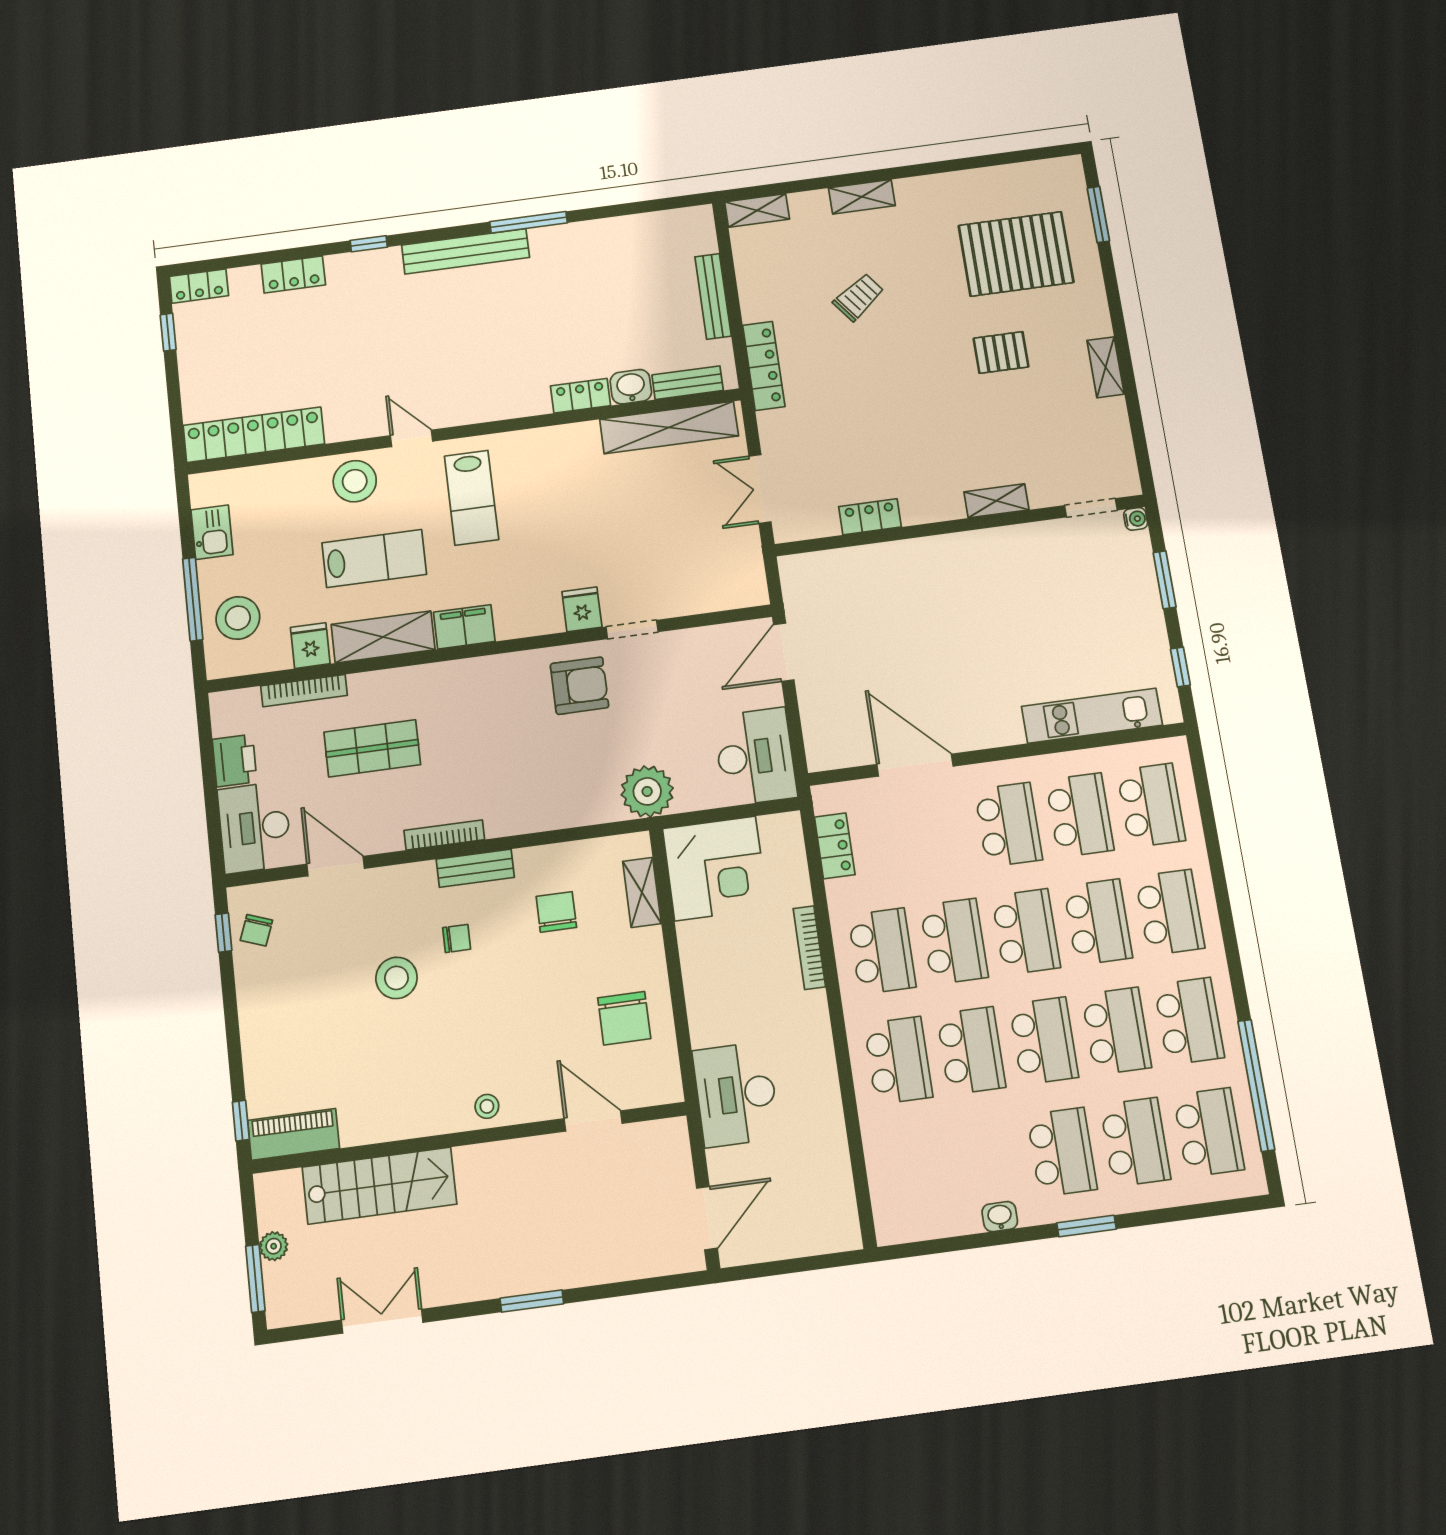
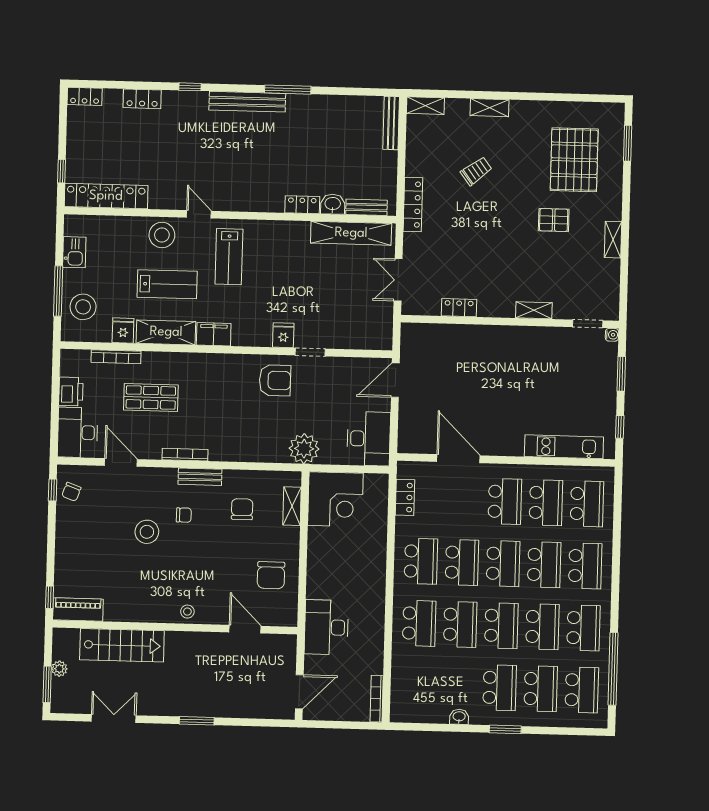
pallet: (1016, 254) -> (574, 160), turned 90
bench: (713, 296) -> (391, 123), moved
window: (168, 332) -> (61, 171), moved
bookcase: (809, 948) -> (377, 699), moved

